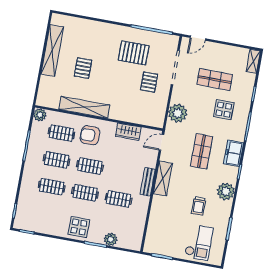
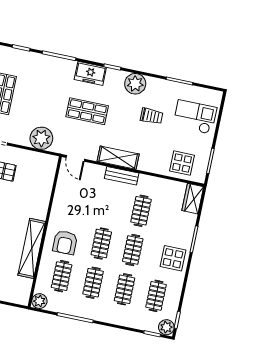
display table: (224, 110) -> (182, 163), moved
wardrobe: (128, 132) -> (193, 199), moved, turned 180
clothes rail: (47, 213) -> (156, 296), added
plant: (111, 239) -> (166, 327), moved

